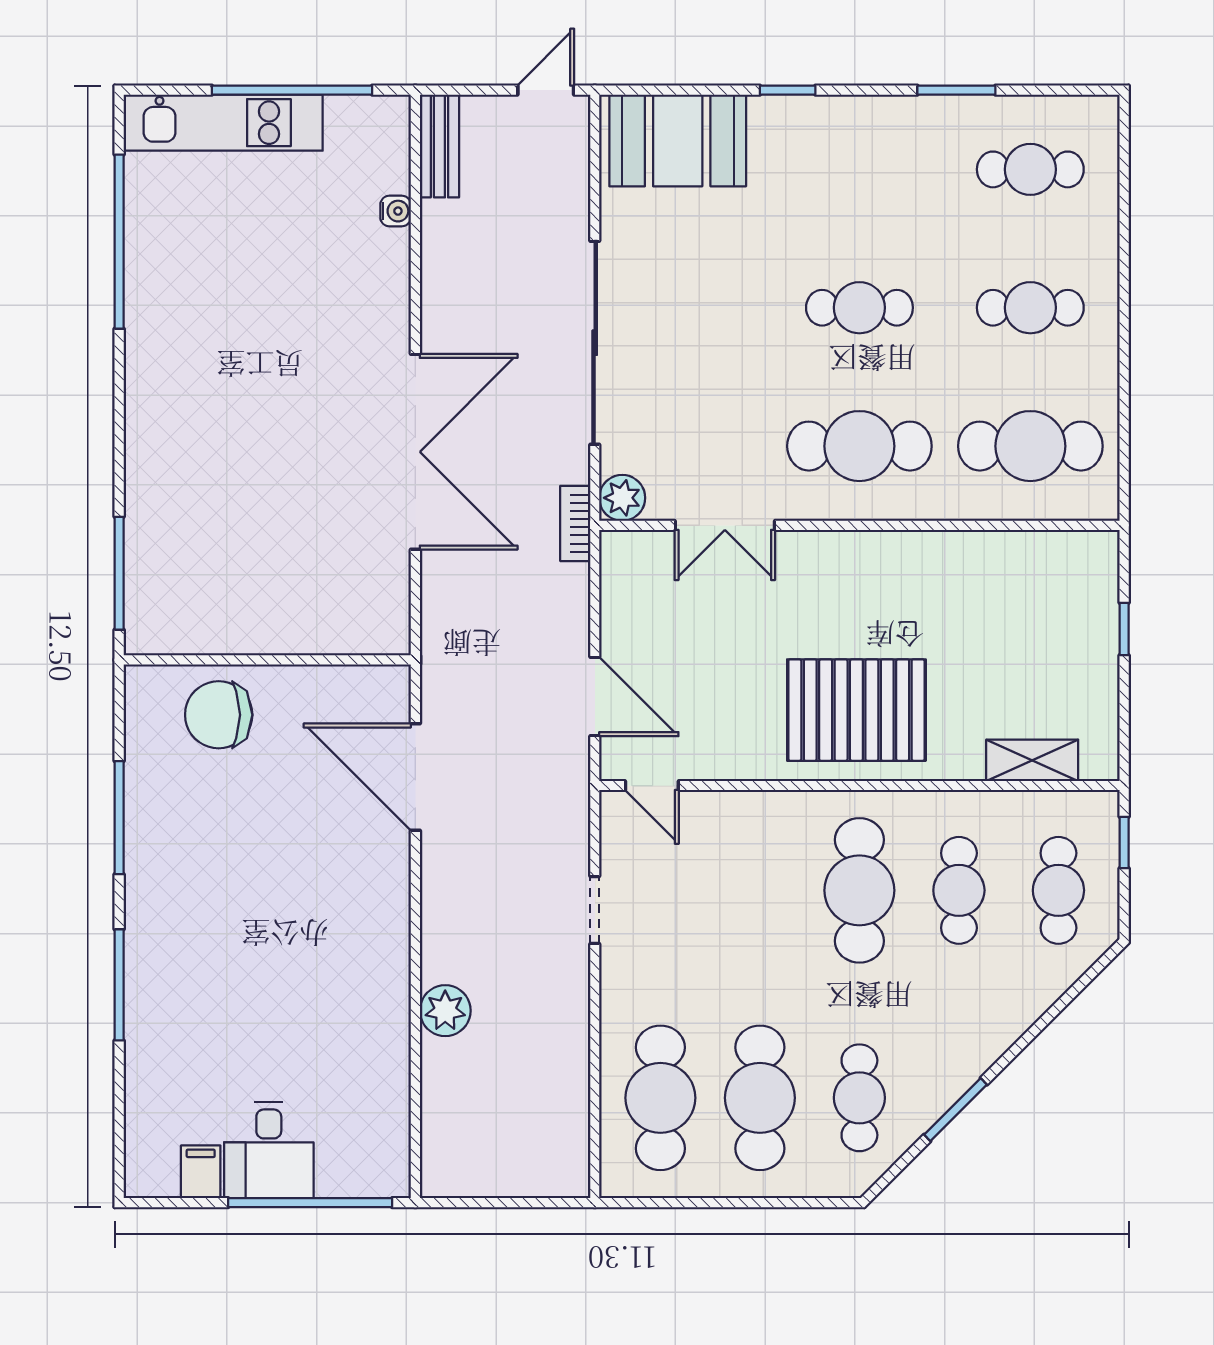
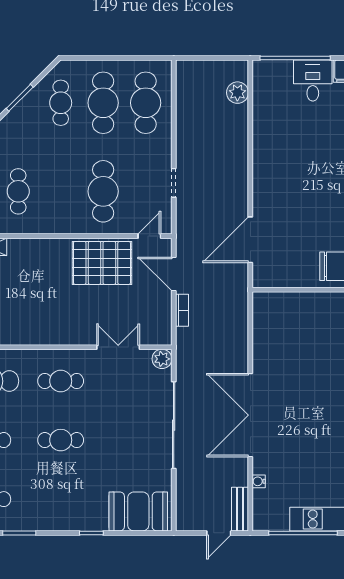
door: (546, 90) -> (219, 533), moved
cafe table: (859, 446) -> (61, 381), width x0.73, depth x0.74
double door: (415, 452) -> (250, 415), moved
bookcase: (575, 523) -> (182, 310), moved
pallet: (856, 710) -> (102, 263), moved
door: (415, 777) -> (250, 240), swing flipped
door: (652, 786) -> (149, 236), hinge flipped
cafe table: (859, 890) -> (103, 191), moved
plant: (445, 1011) -> (237, 93), moved

